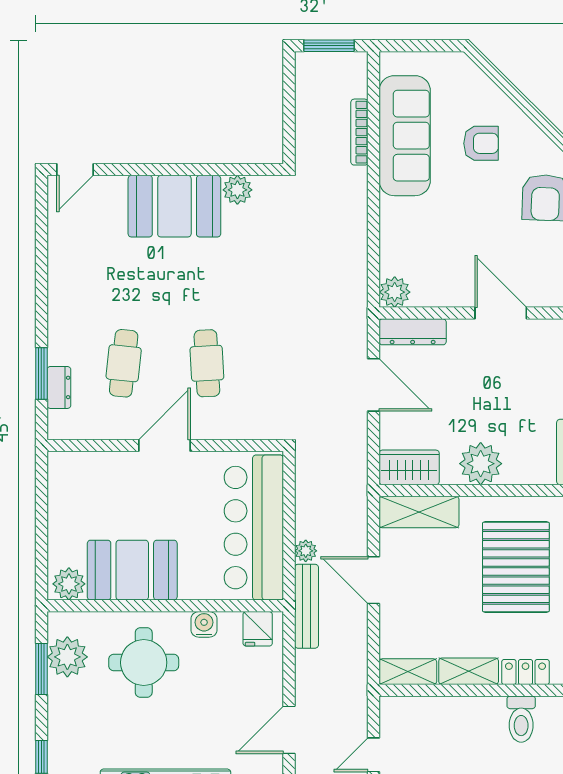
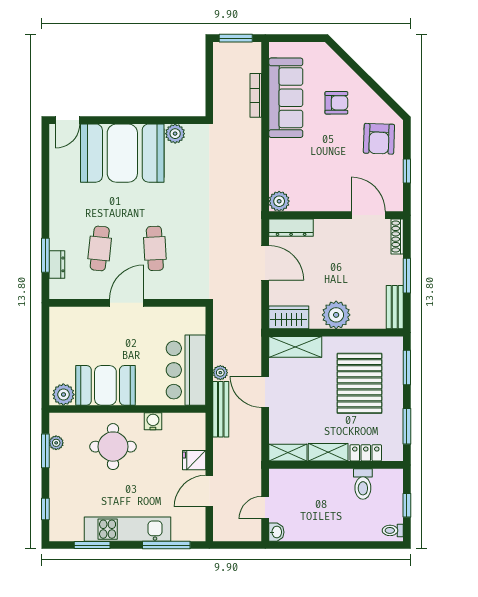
booth: (174, 206) -> (122, 153), width x1.36, depth x1.42
door: (501, 313) -> (368, 215), moved
bar counter: (254, 528) -> (186, 370), width x0.73
fridge: (258, 629) -> (194, 460), moved, turned 90
plant: (67, 657) -> (56, 443), width x0.53, depth x0.53

